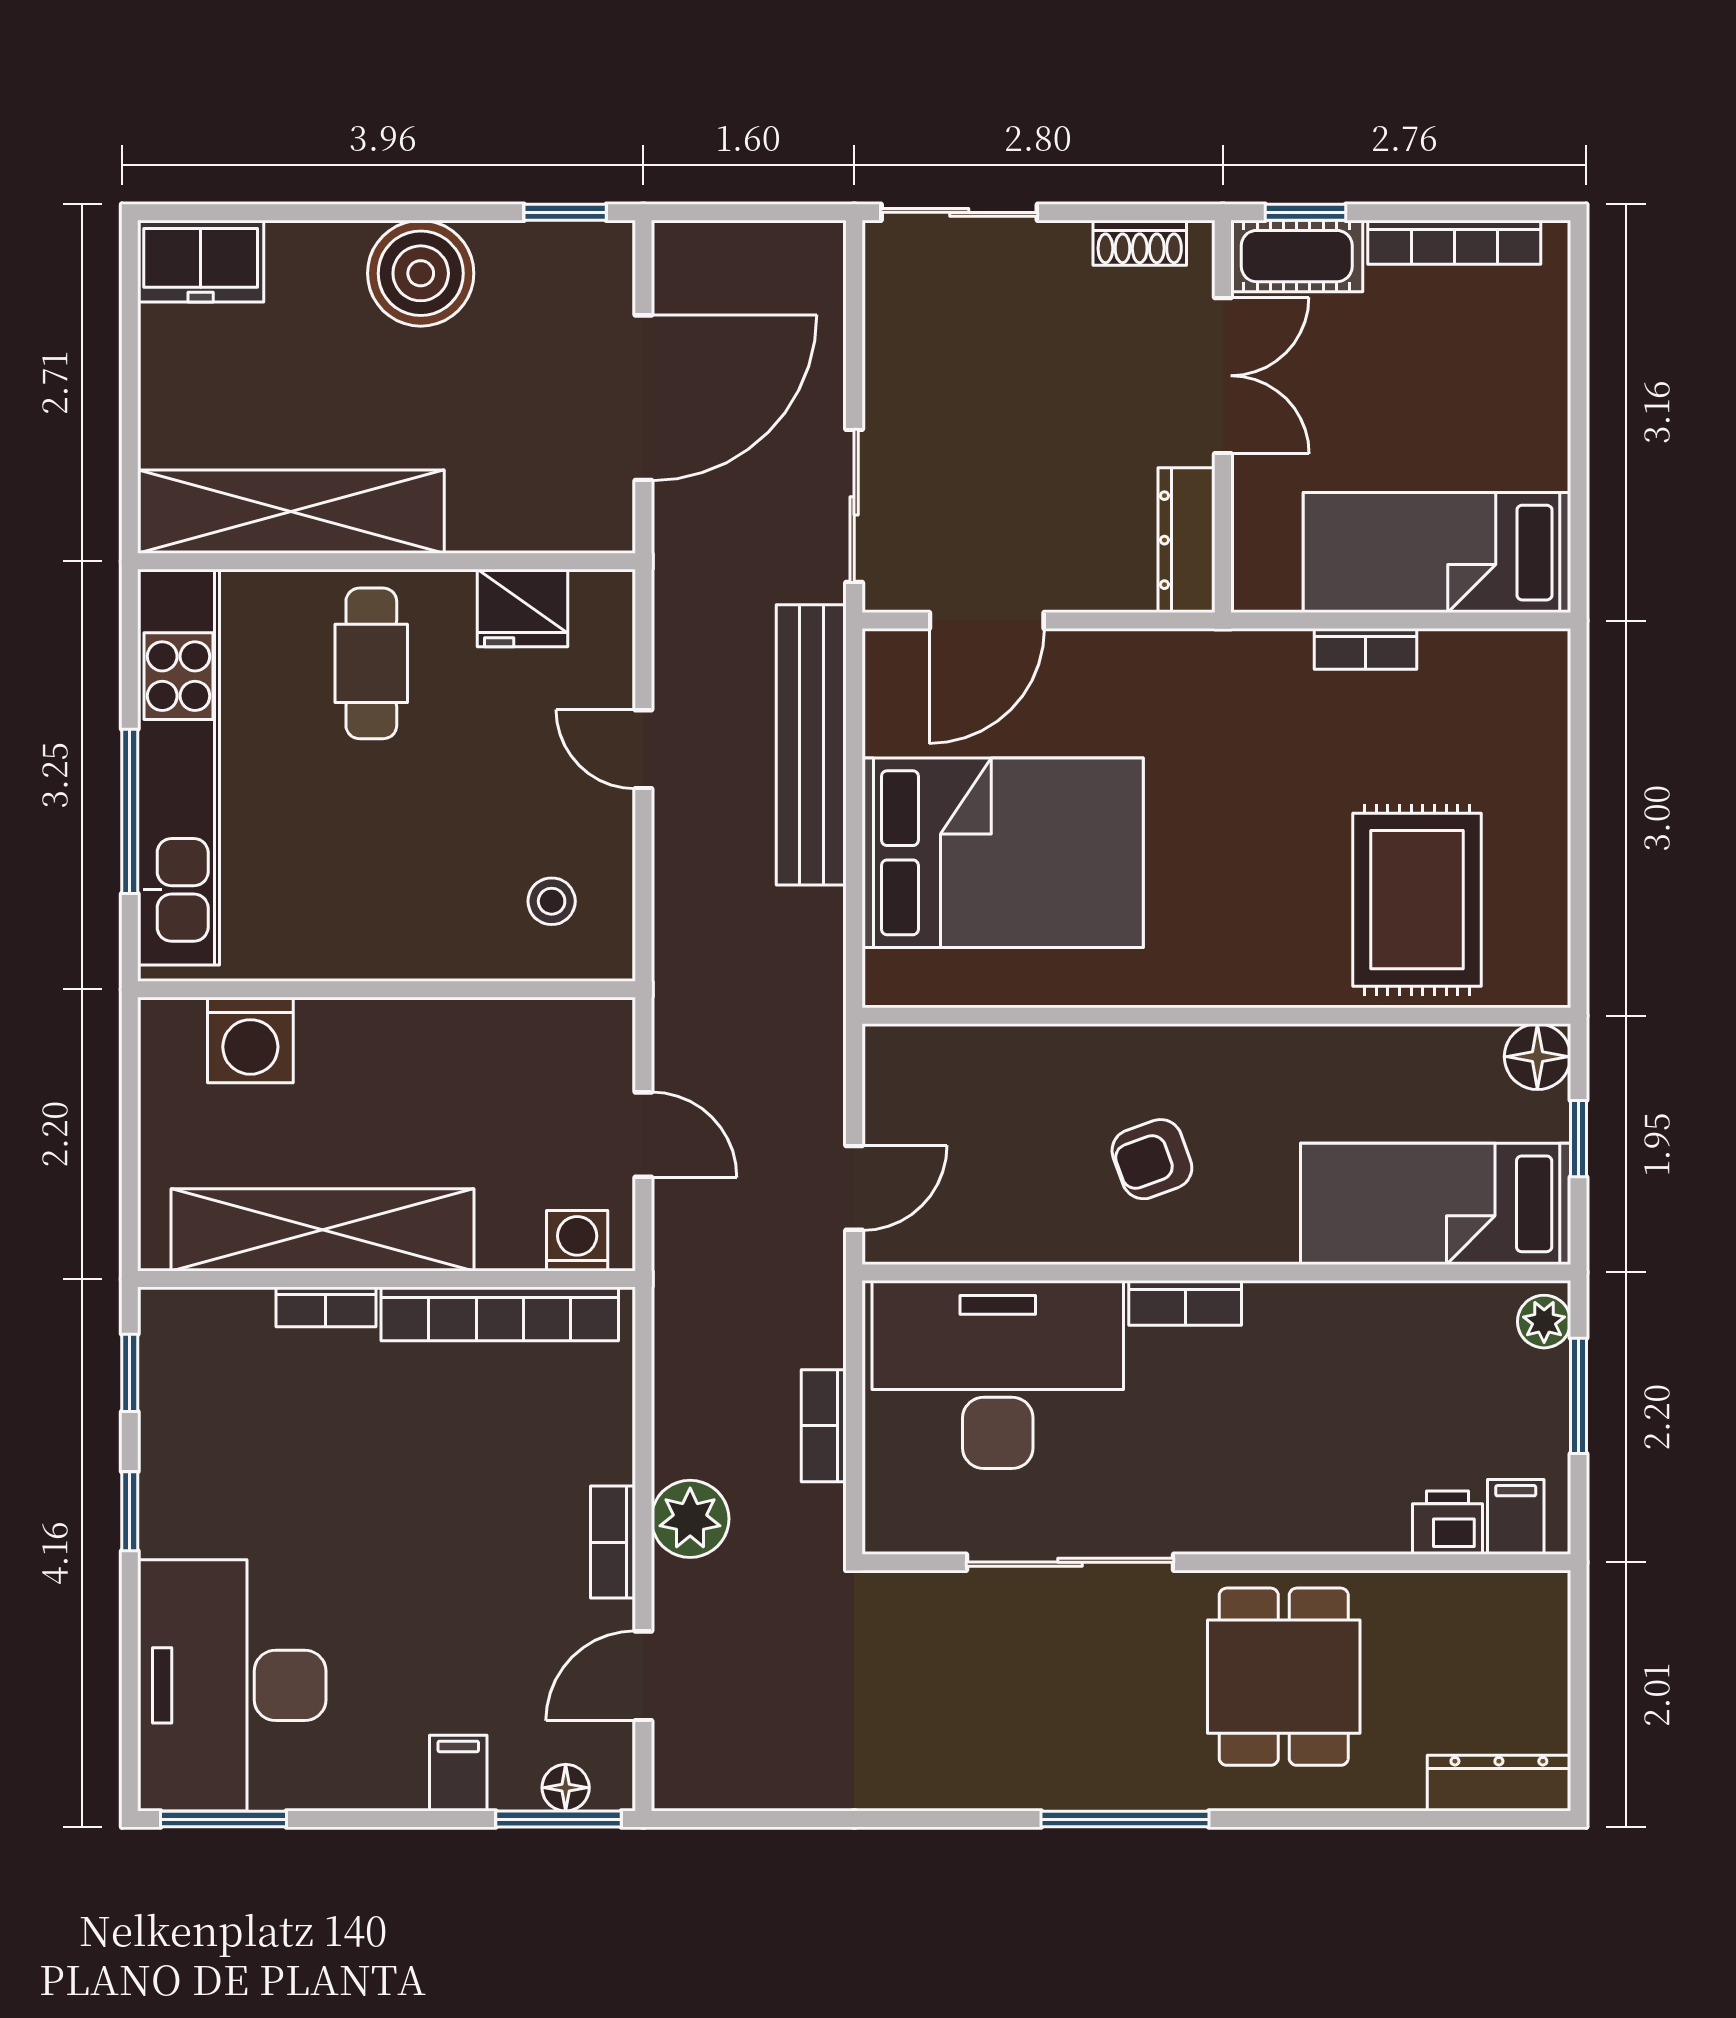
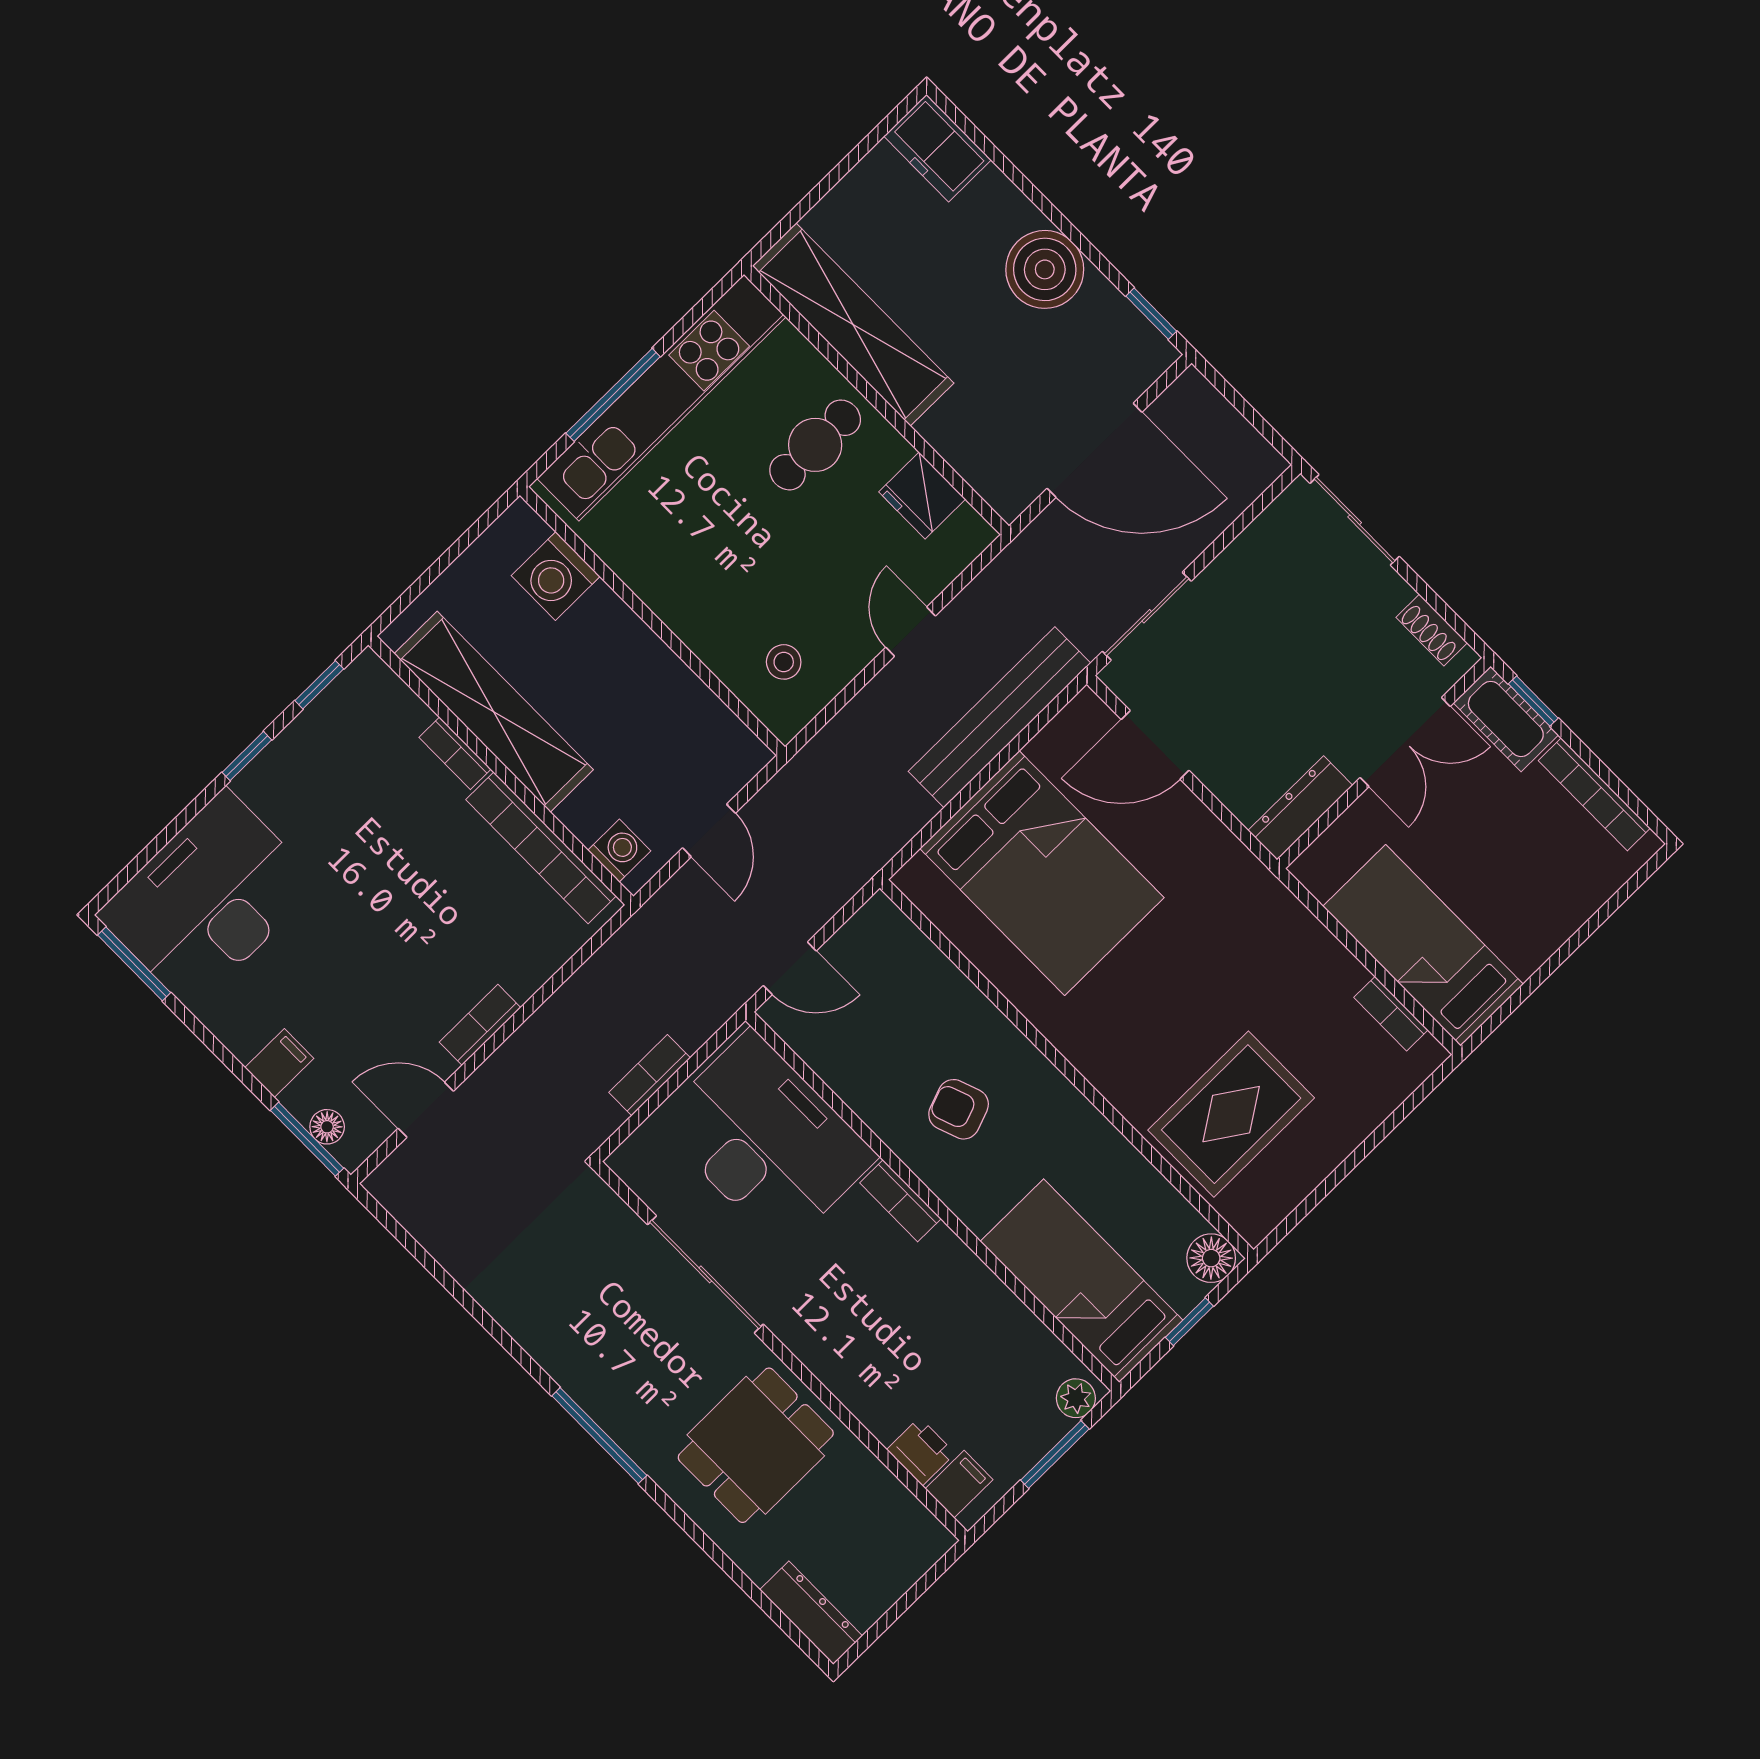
bookcase: (1366, 649) -> (1391, 1014), moved
plant: (690, 1519) -> (532, 1053), removed

